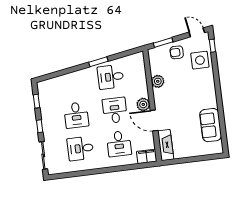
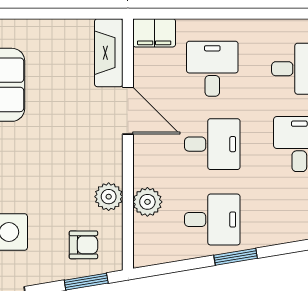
armchair: (177, 52) -> (83, 245), moved
plant: (143, 104) -> (147, 202), moved
desk: (115, 110) -> (212, 144), turned -90

